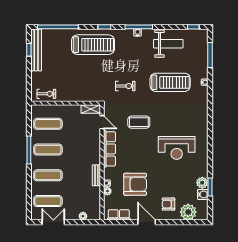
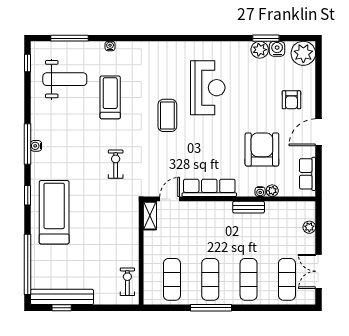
weight bench: (168, 44) -> (65, 79), moved, turned 90
treadmill: (170, 82) -> (110, 97), width x0.73, depth x0.73
coffee table: (139, 122) -> (167, 115), moved
plant: (188, 212) -> (303, 53), moved

